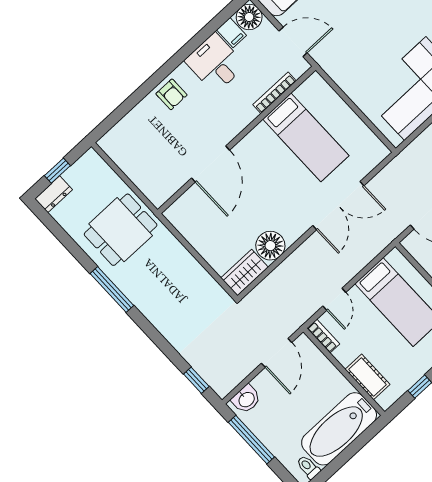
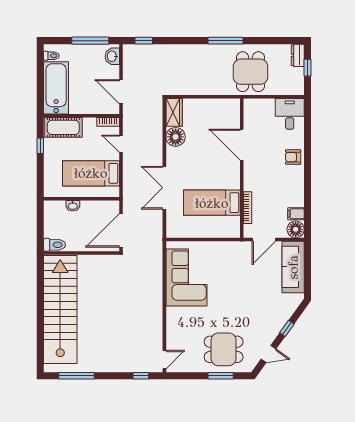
desk: (215, 63) -> (290, 114), moved, turned -90
cot: (368, 377) -> (63, 127), width x1.37, depth x1.34

